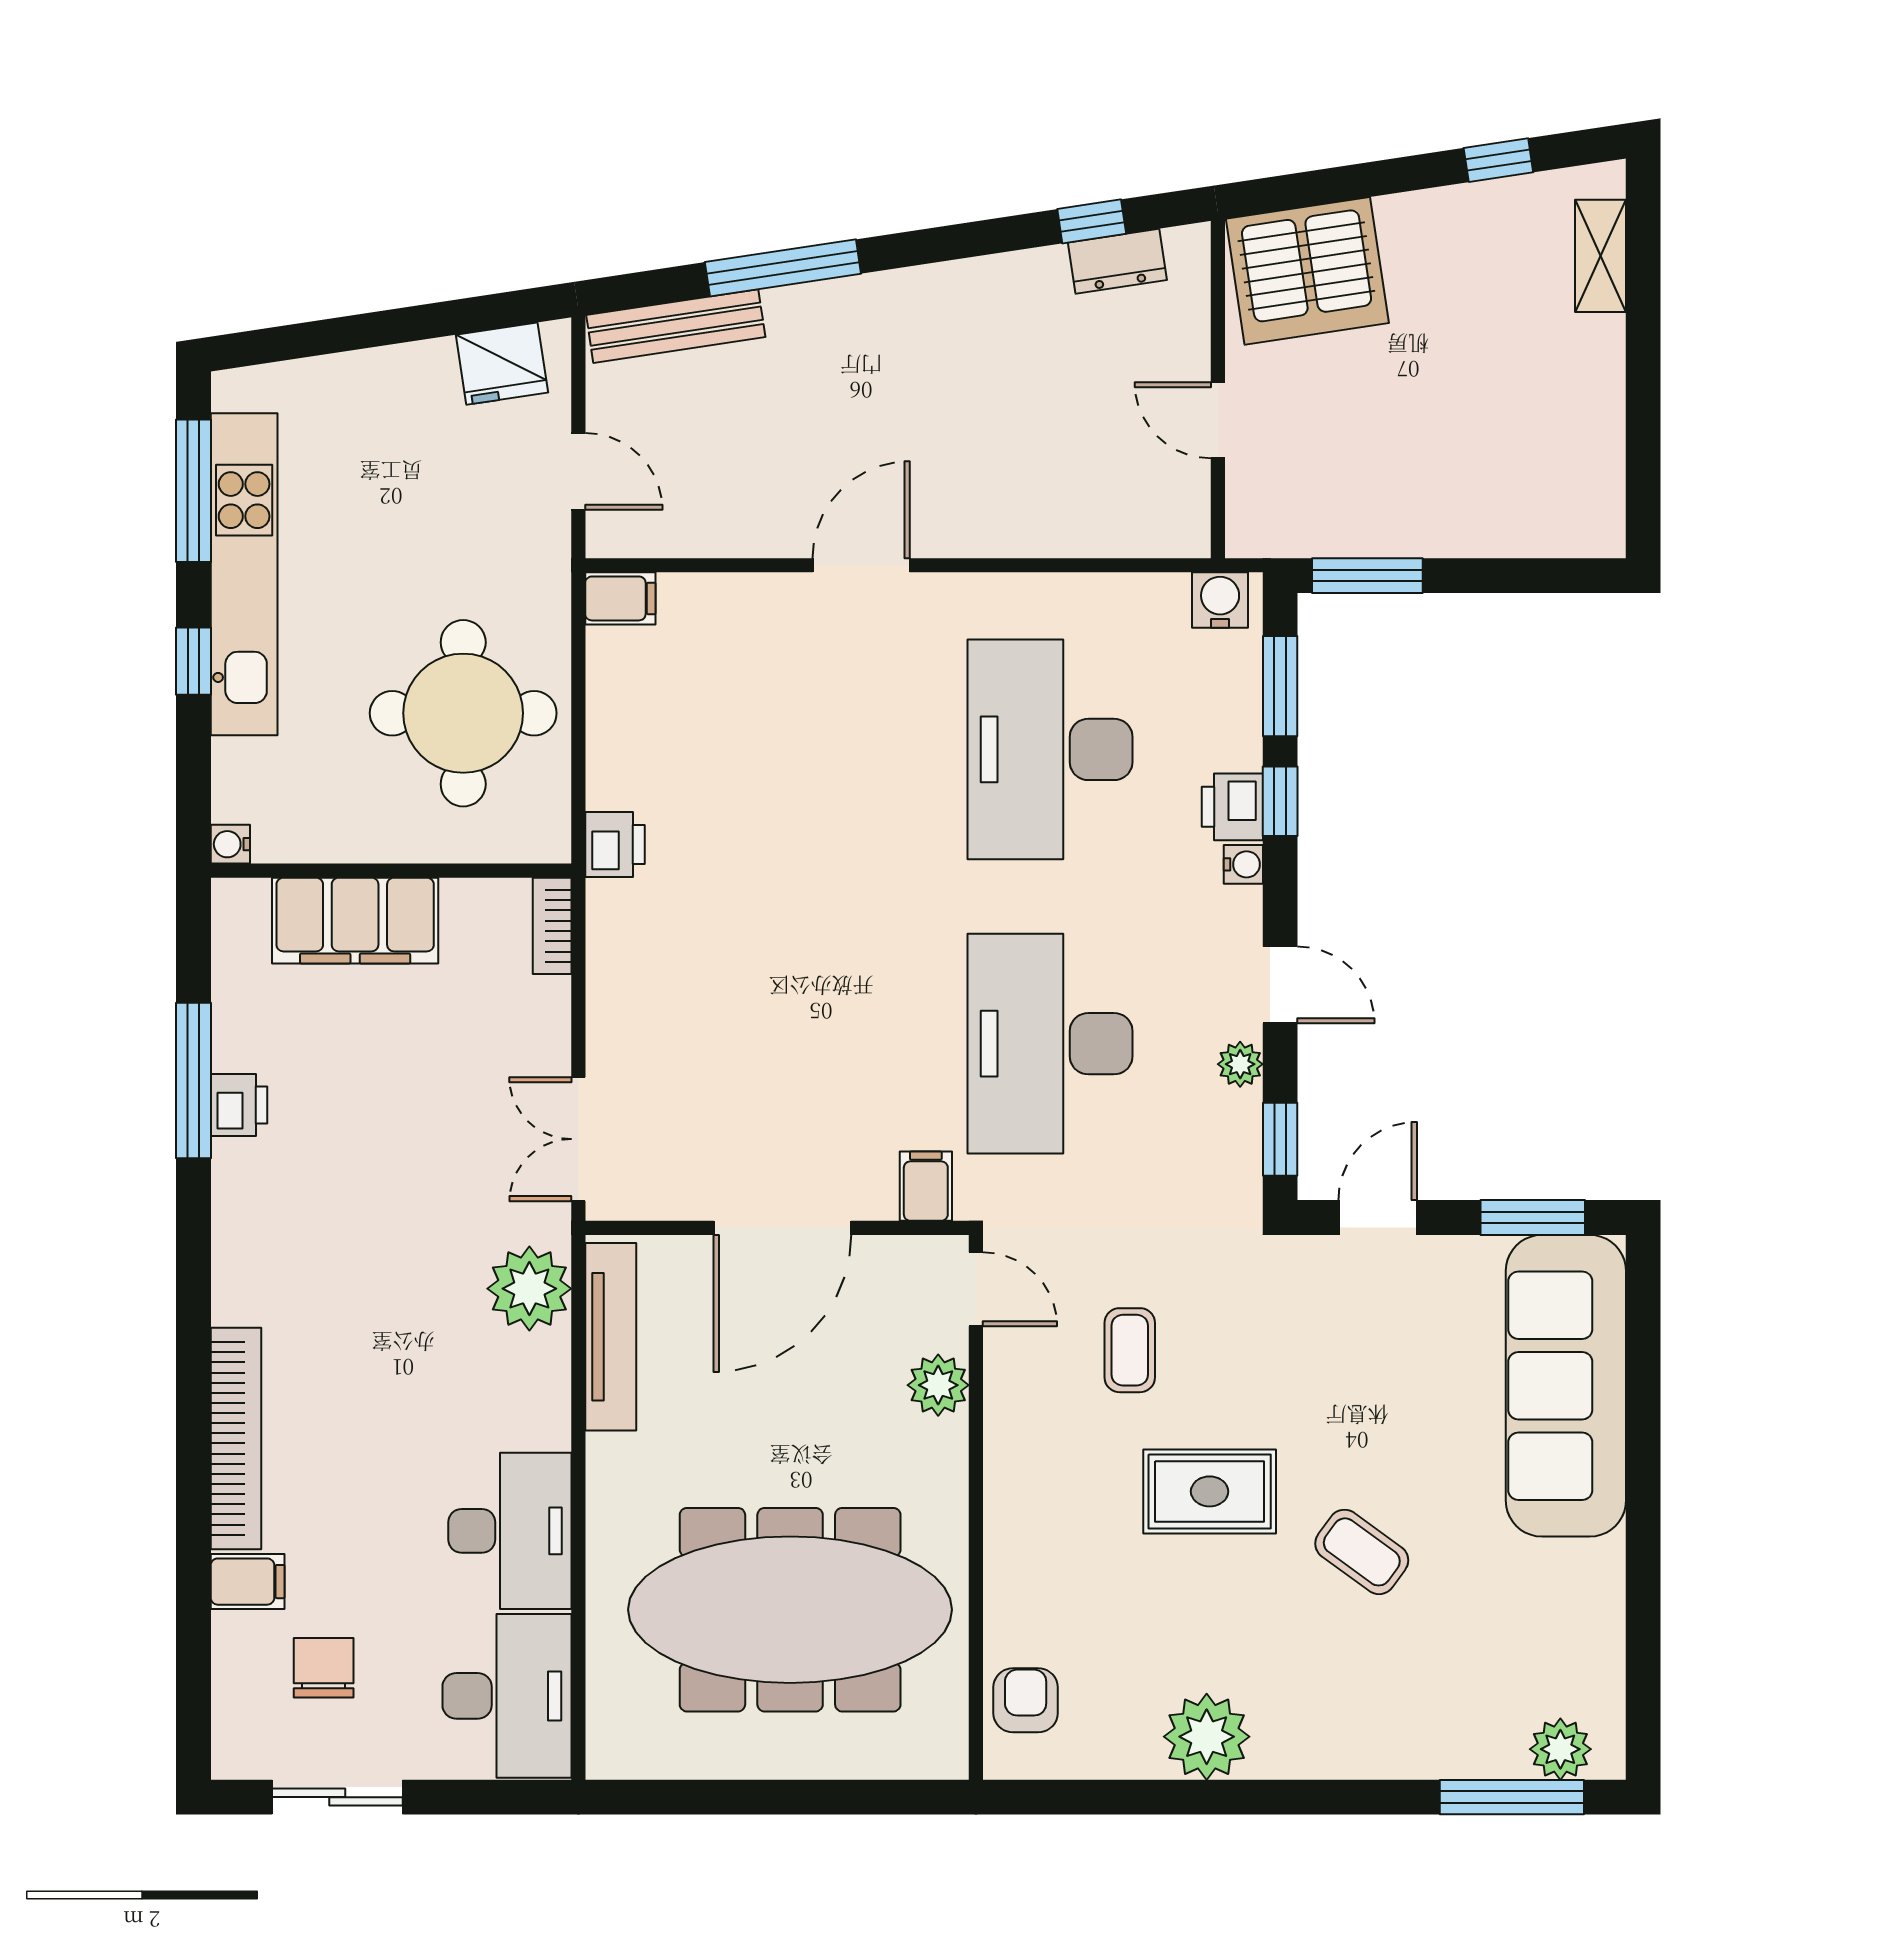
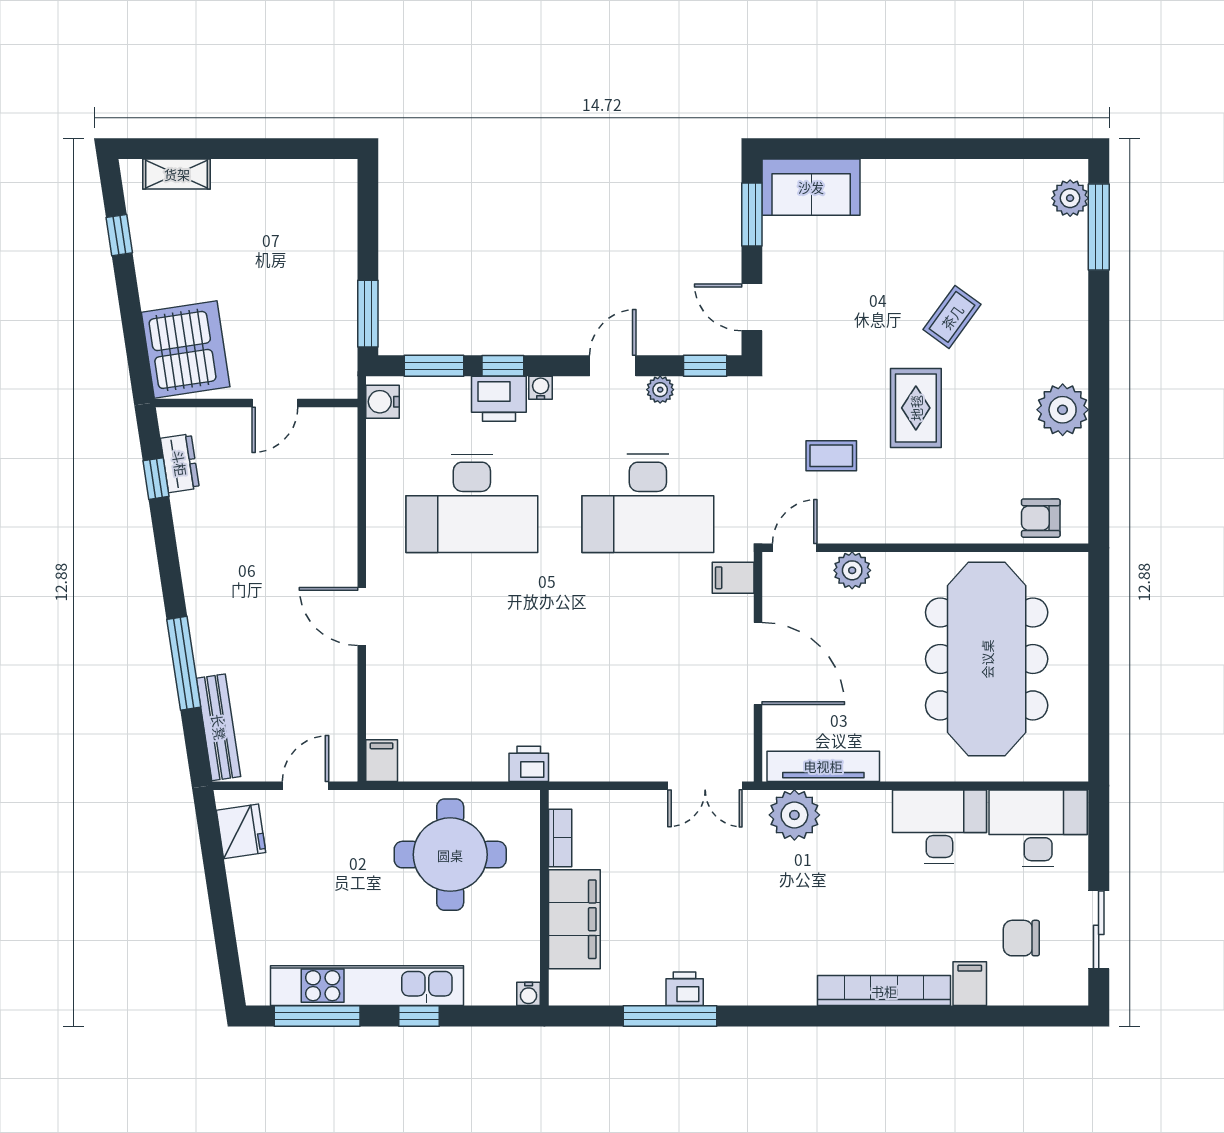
printer: (1232, 807) -> (499, 399), width x1.36, depth x1.24
bookcase: (552, 926) -> (560, 838), moved, turned -90
sofa: (1566, 1386) -> (811, 187), width x0.54, depth x0.79

